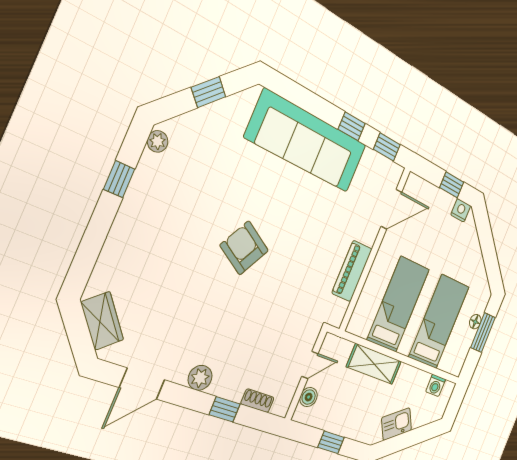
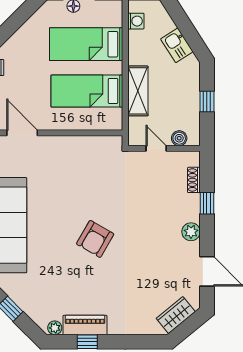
piano: (352, 271) -> (85, 325), moved, turned 180

